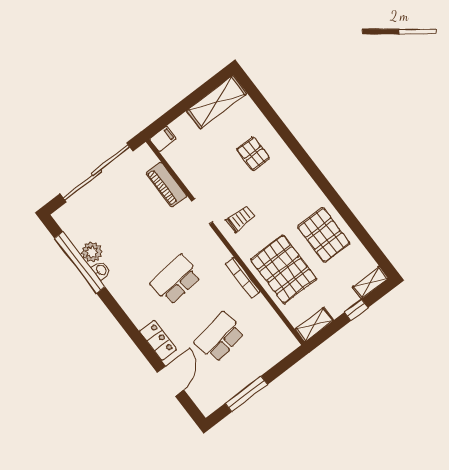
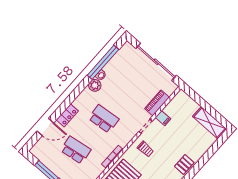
filing cabinet: (163, 139) -> (163, 118), moved
pallet: (253, 154) -> (184, 164), moved
plant: (92, 252) -> (95, 85), moved

